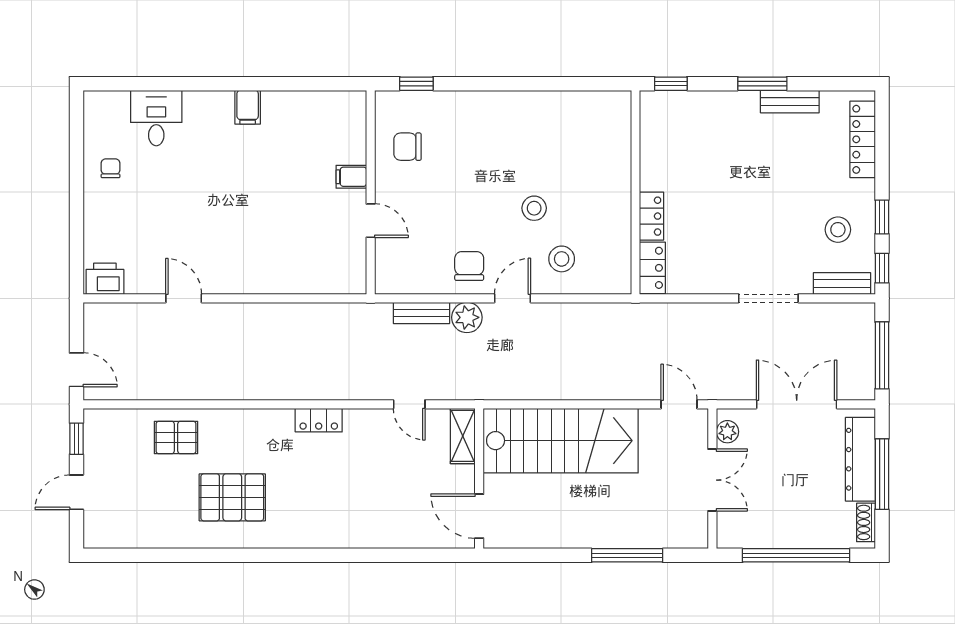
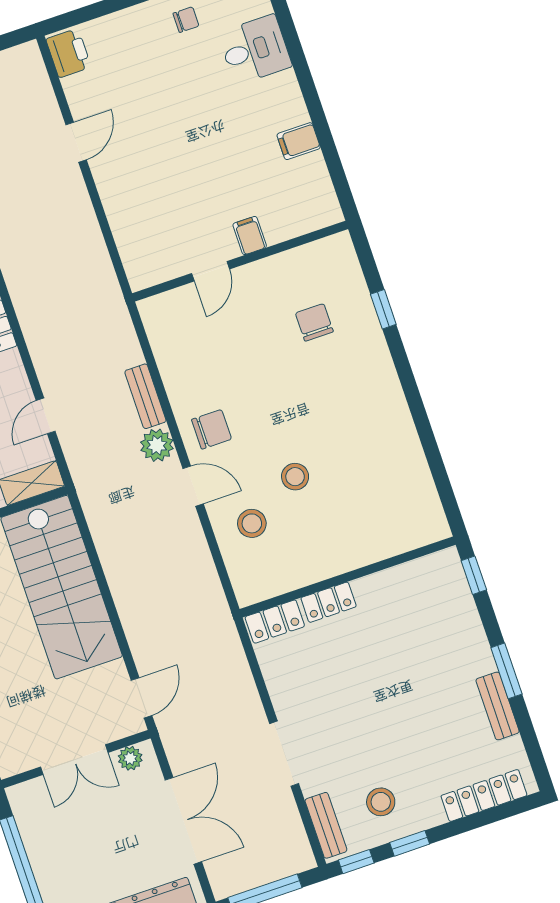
filing cabinet: (351, 177) -> (250, 236), moved
wall: (371, 192) -> (240, 261), moved
door: (371, 221) -> (211, 271), moved

